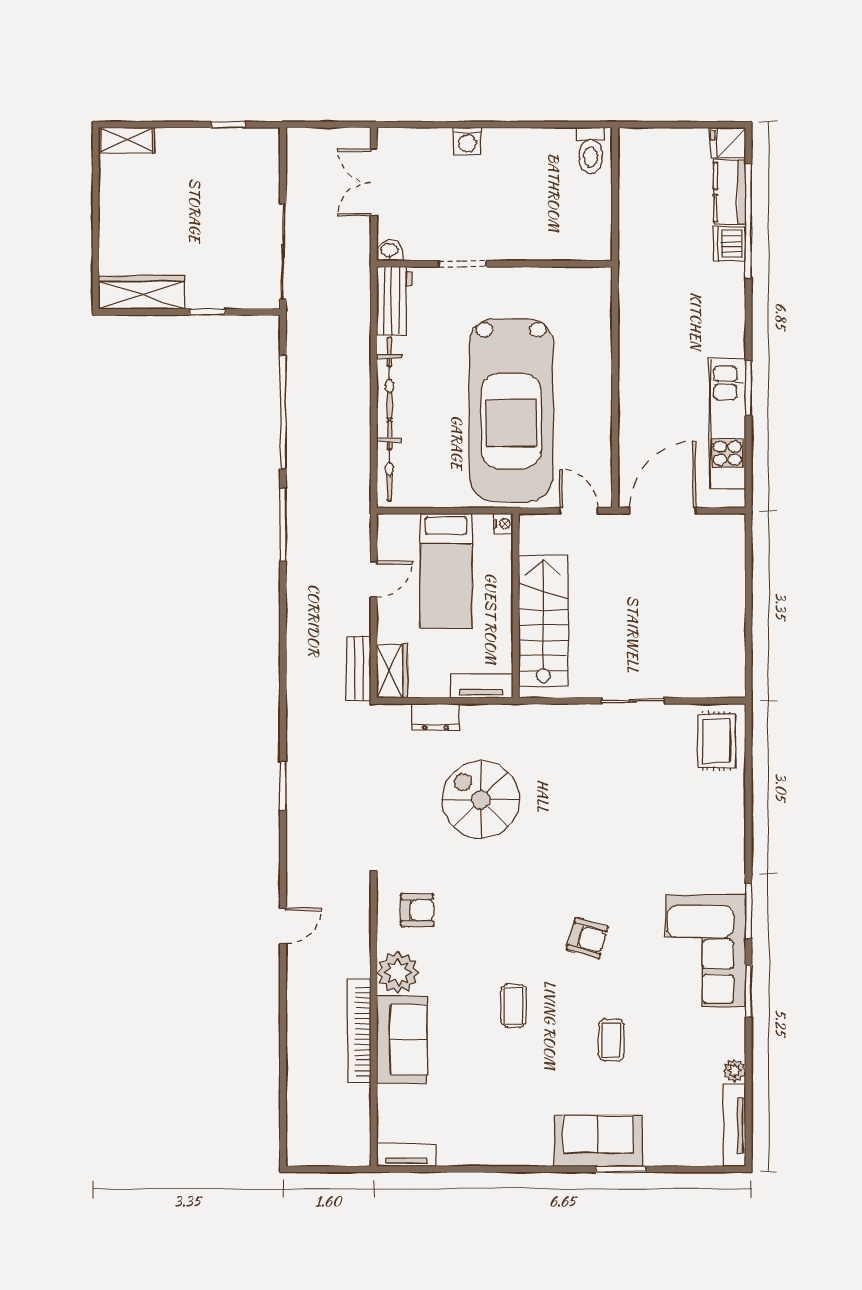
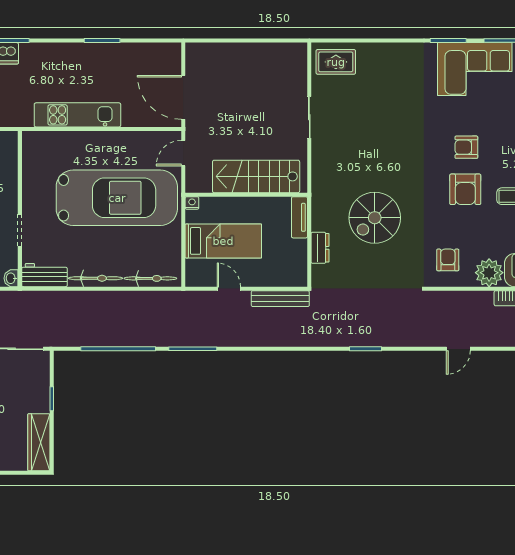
kitchen unit: (727, 423) -> (77, 115), moved, turned 180
bench: (359, 669) -> (280, 299), width x1.36
wardrobe: (392, 671) -> (290, 277), removed
door: (283, 926) -> (458, 349), swing flipped
armchair: (524, 936) -> (465, 189), added
armchair: (587, 938) -> (466, 147), turned -106

